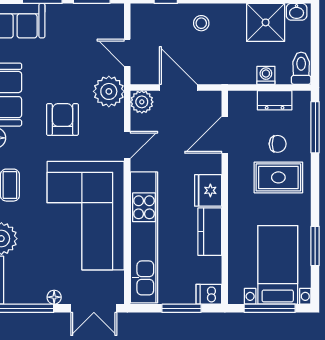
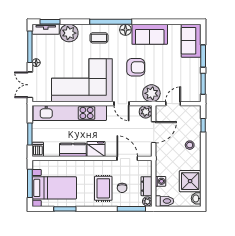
plant: (302, 99) -> (147, 201), added

